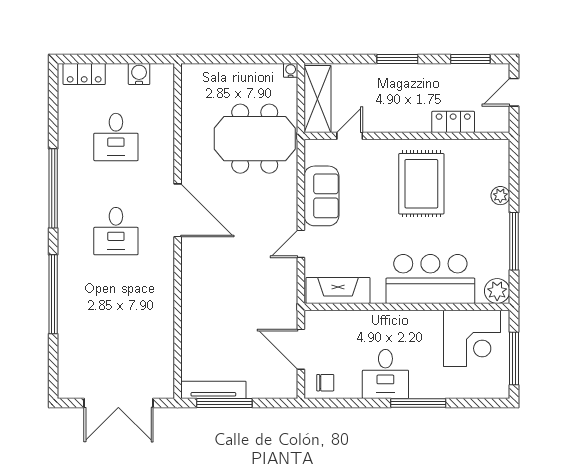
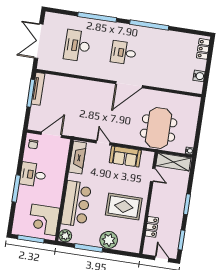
desk: (116, 137) -> (77, 46), moved, width x1.37
plant: (500, 196) -> (109, 240), width x1.88, depth x1.88

